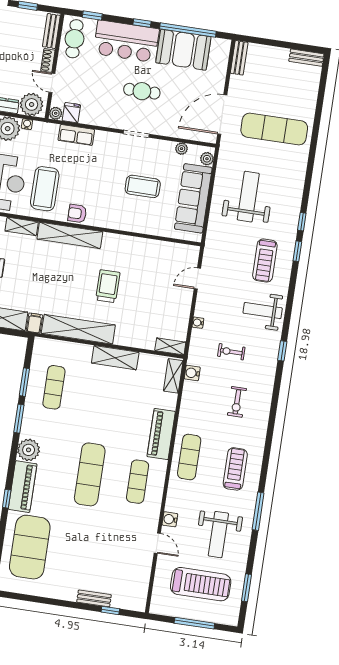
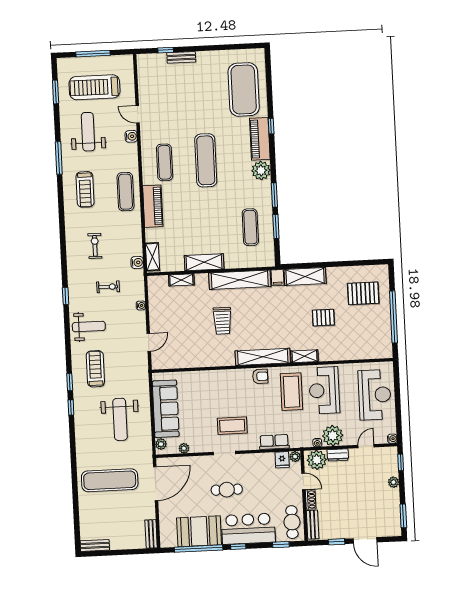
coffee table: (143, 186) -> (232, 426), moved
shelving: (170, 346) -> (181, 280), moved

